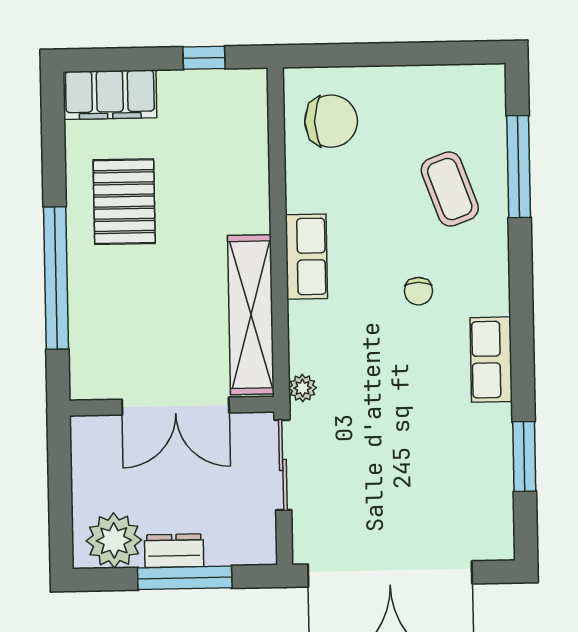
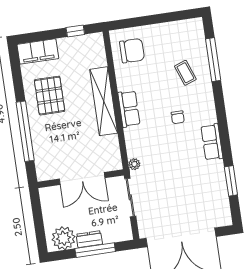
coffee table: (450, 189) -> (185, 73), width x0.73, depth x0.77
shelving: (251, 315) -> (104, 101), moved

